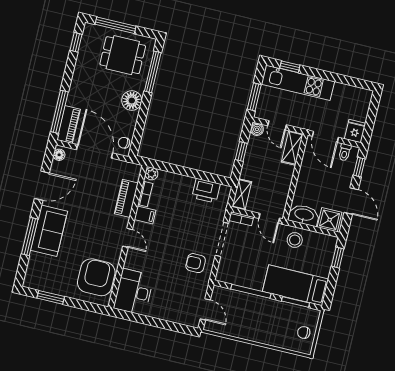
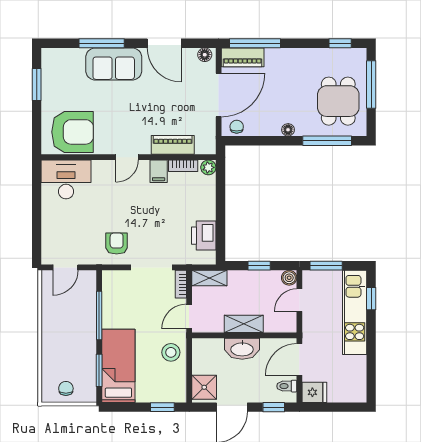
floor lamp: (132, 101) -> (288, 130), width x0.53, depth x0.53
shelving: (292, 148) -> (244, 324), moved
washbasin: (304, 215) -> (242, 349), moved, turned 90

